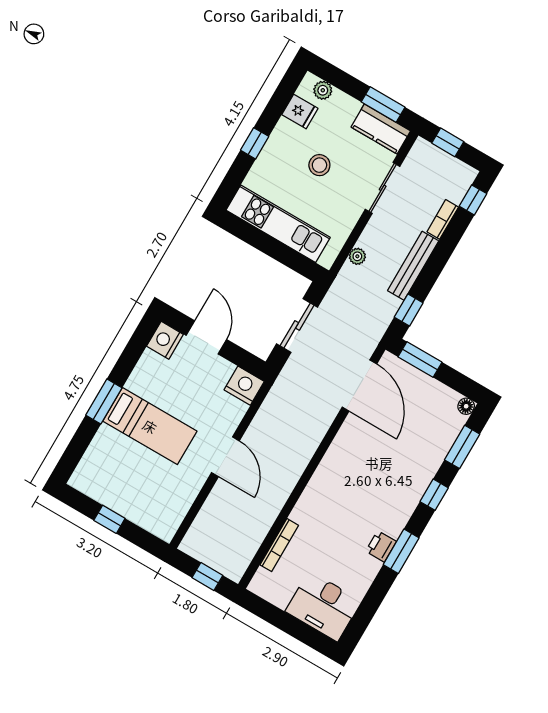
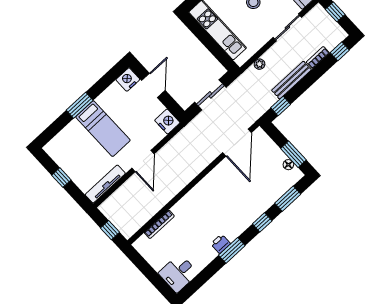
window: (420, 360) -> (293, 154), moved
floor lamp: (466, 406) -> (288, 165), moved
tv unit: (179, 509) -> (105, 184), added
desk: (323, 606) -> (178, 273), width x0.73

